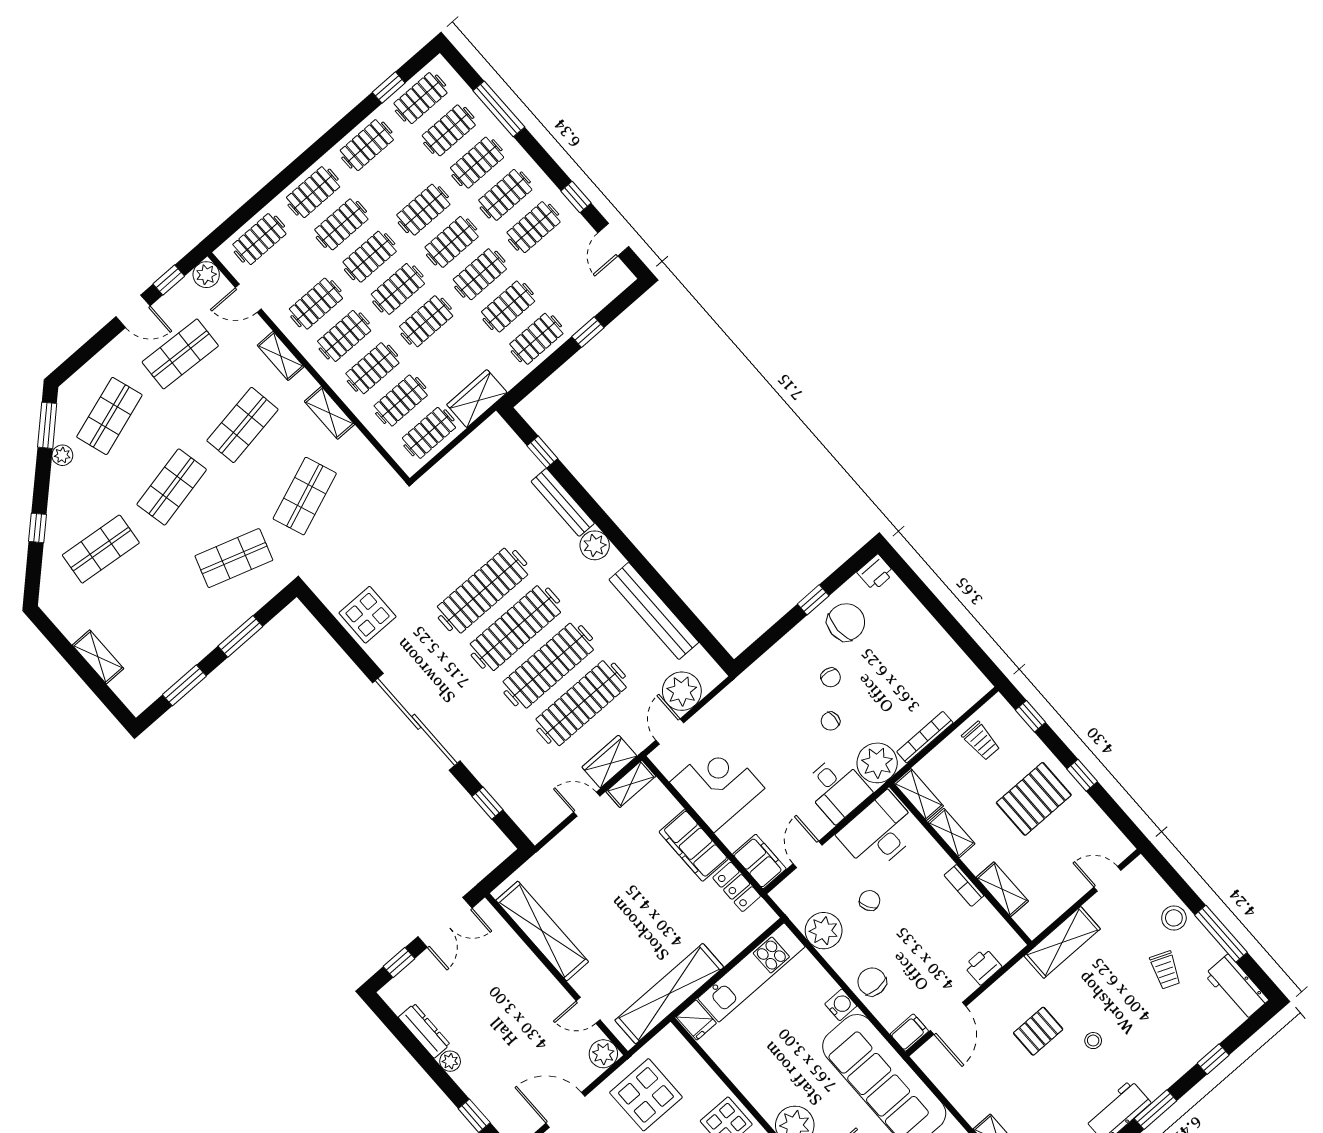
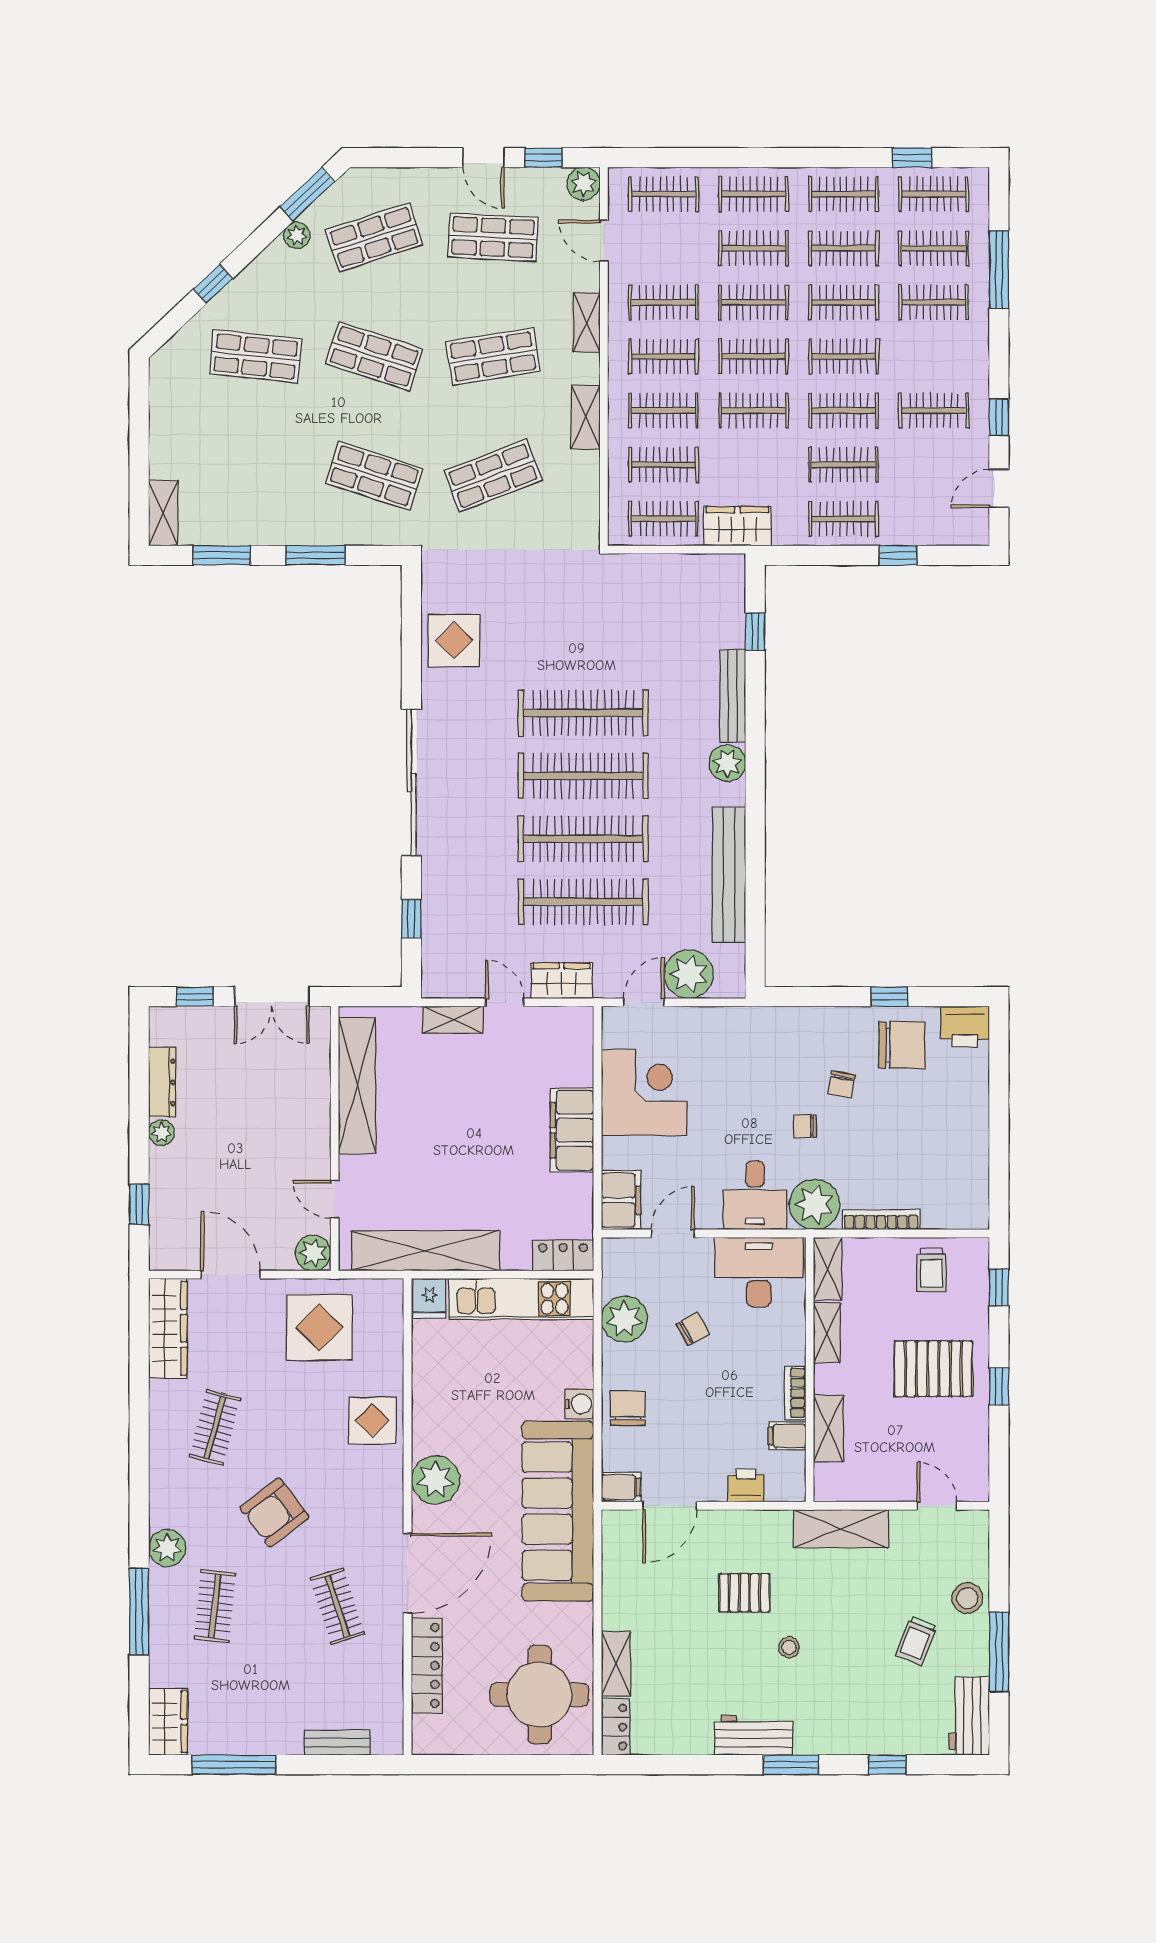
clothes rail: (505, 195) -> (844, 248), moved
shop shelf: (172, 487) -> (374, 356), turned 30
printer: (876, 573) -> (965, 1027), width x1.36, depth x1.24
shelving: (98, 657) -> (163, 513), moved
shelving: (631, 784) -> (453, 1020), moved
locker: (737, 887) -> (563, 1255), moved, turned 90
filing cabinet: (982, 915) -> (787, 1436), added

